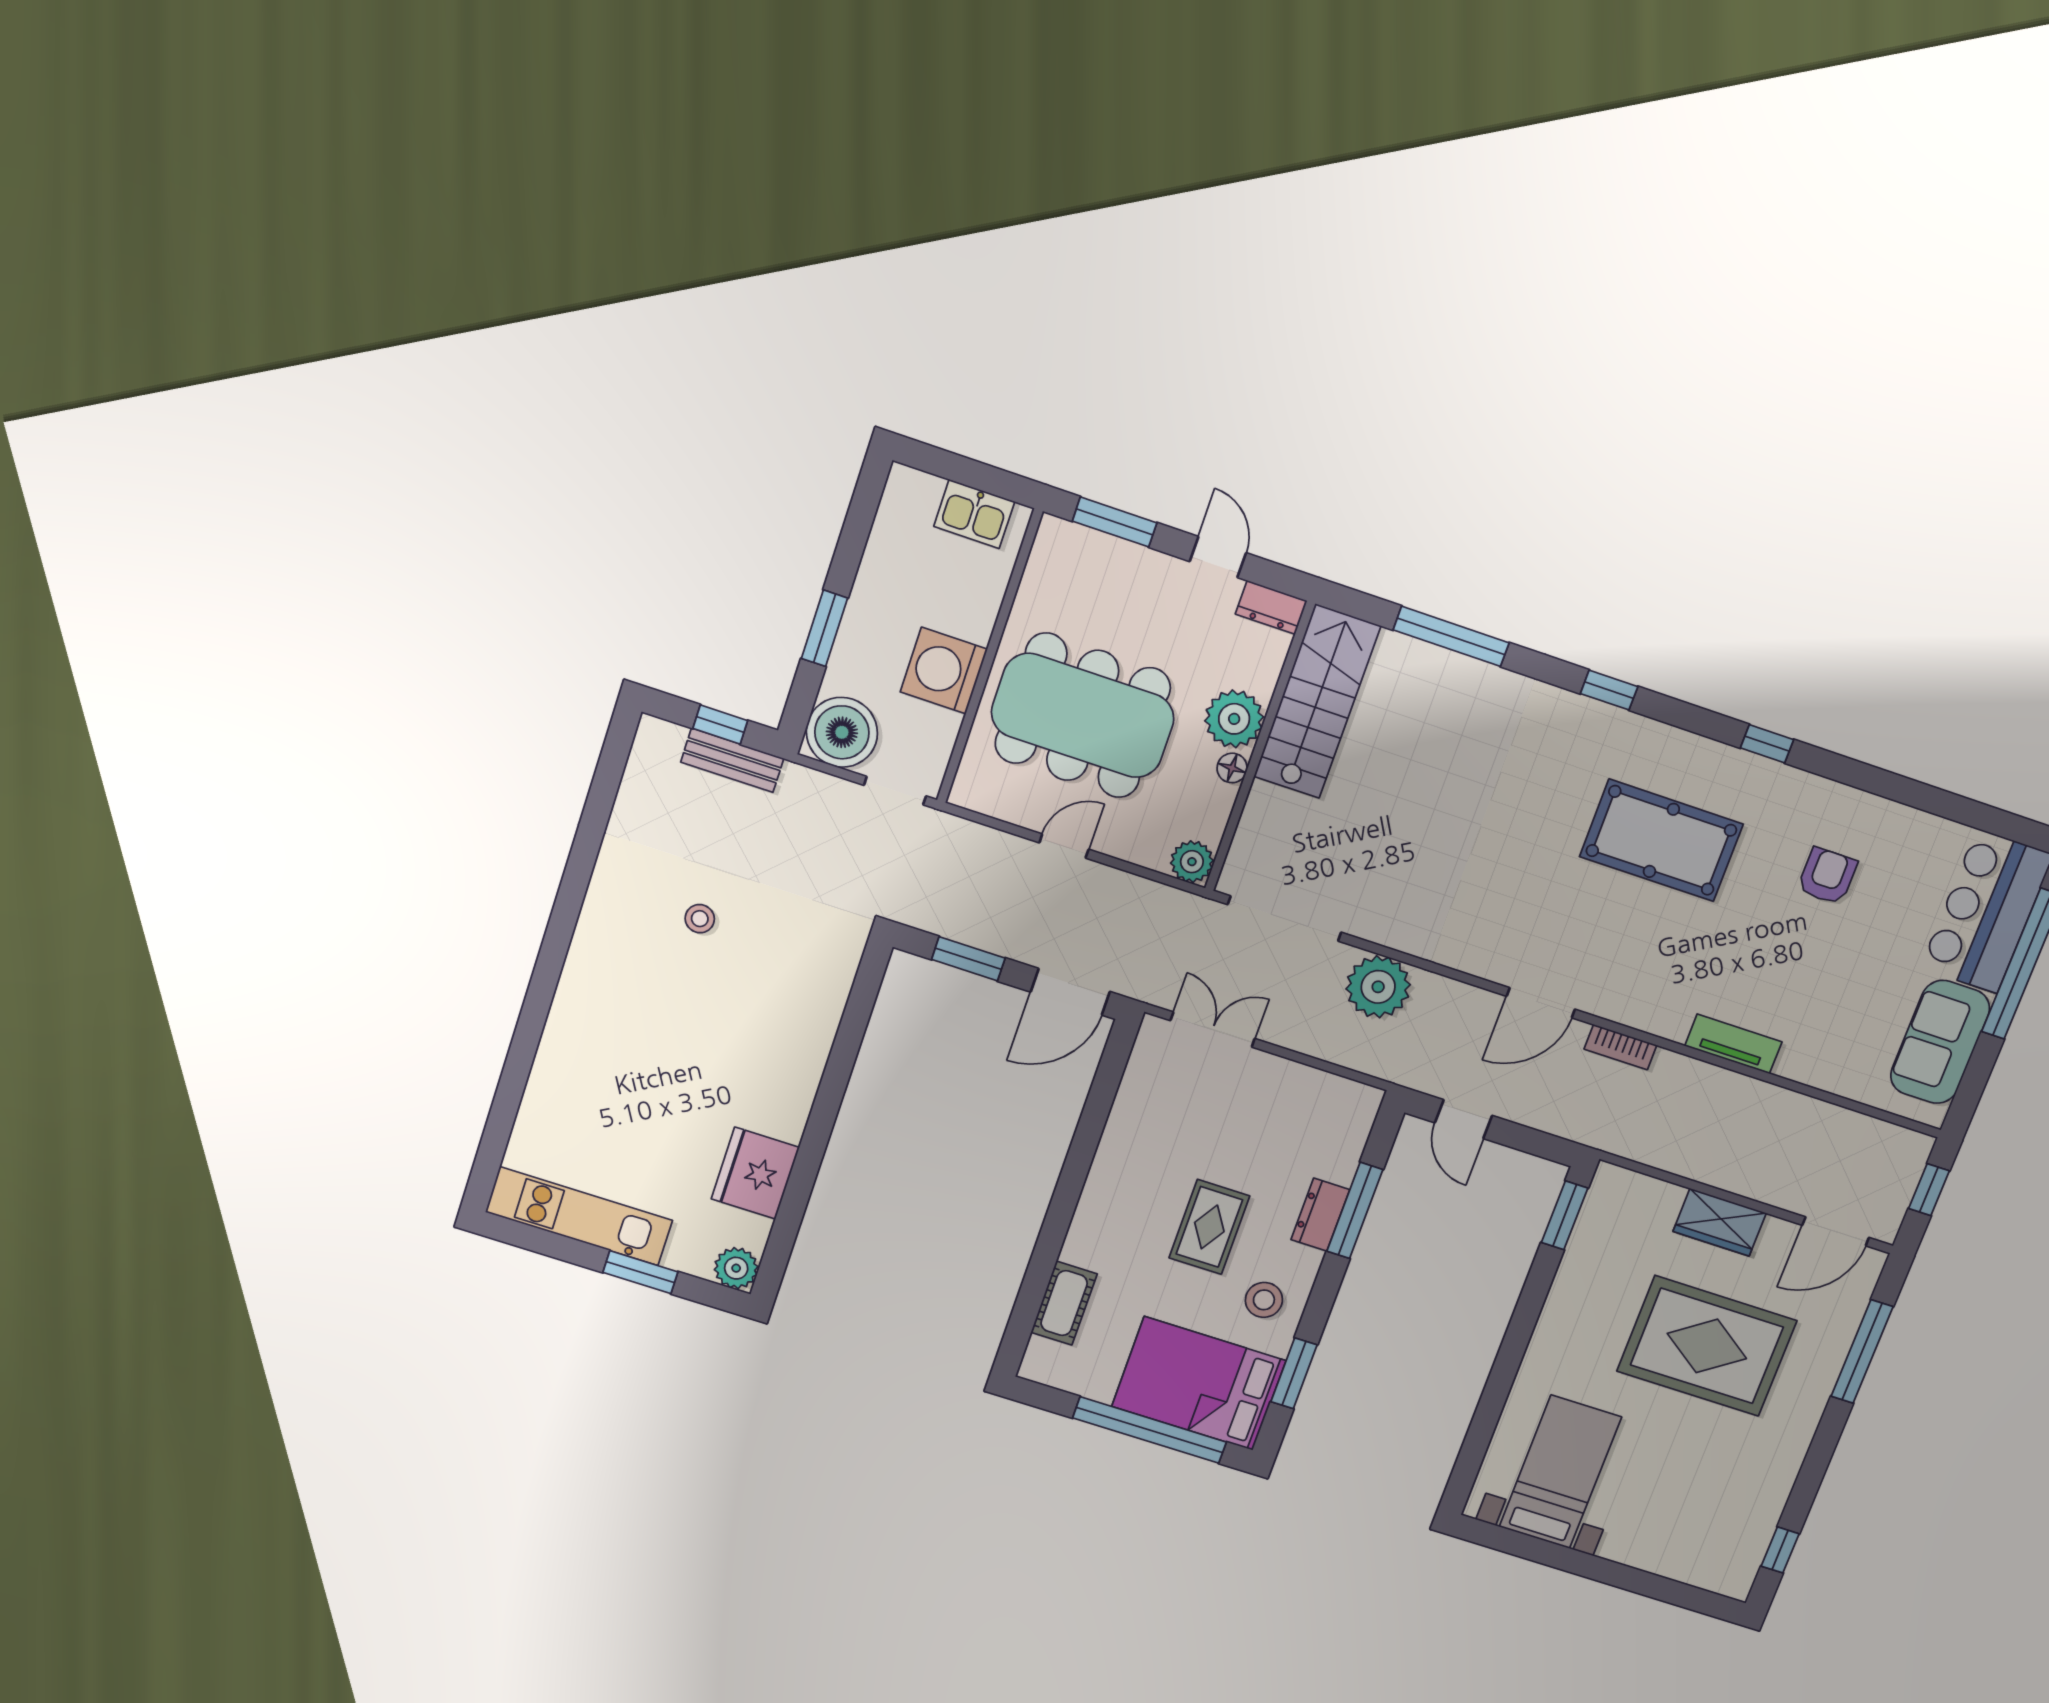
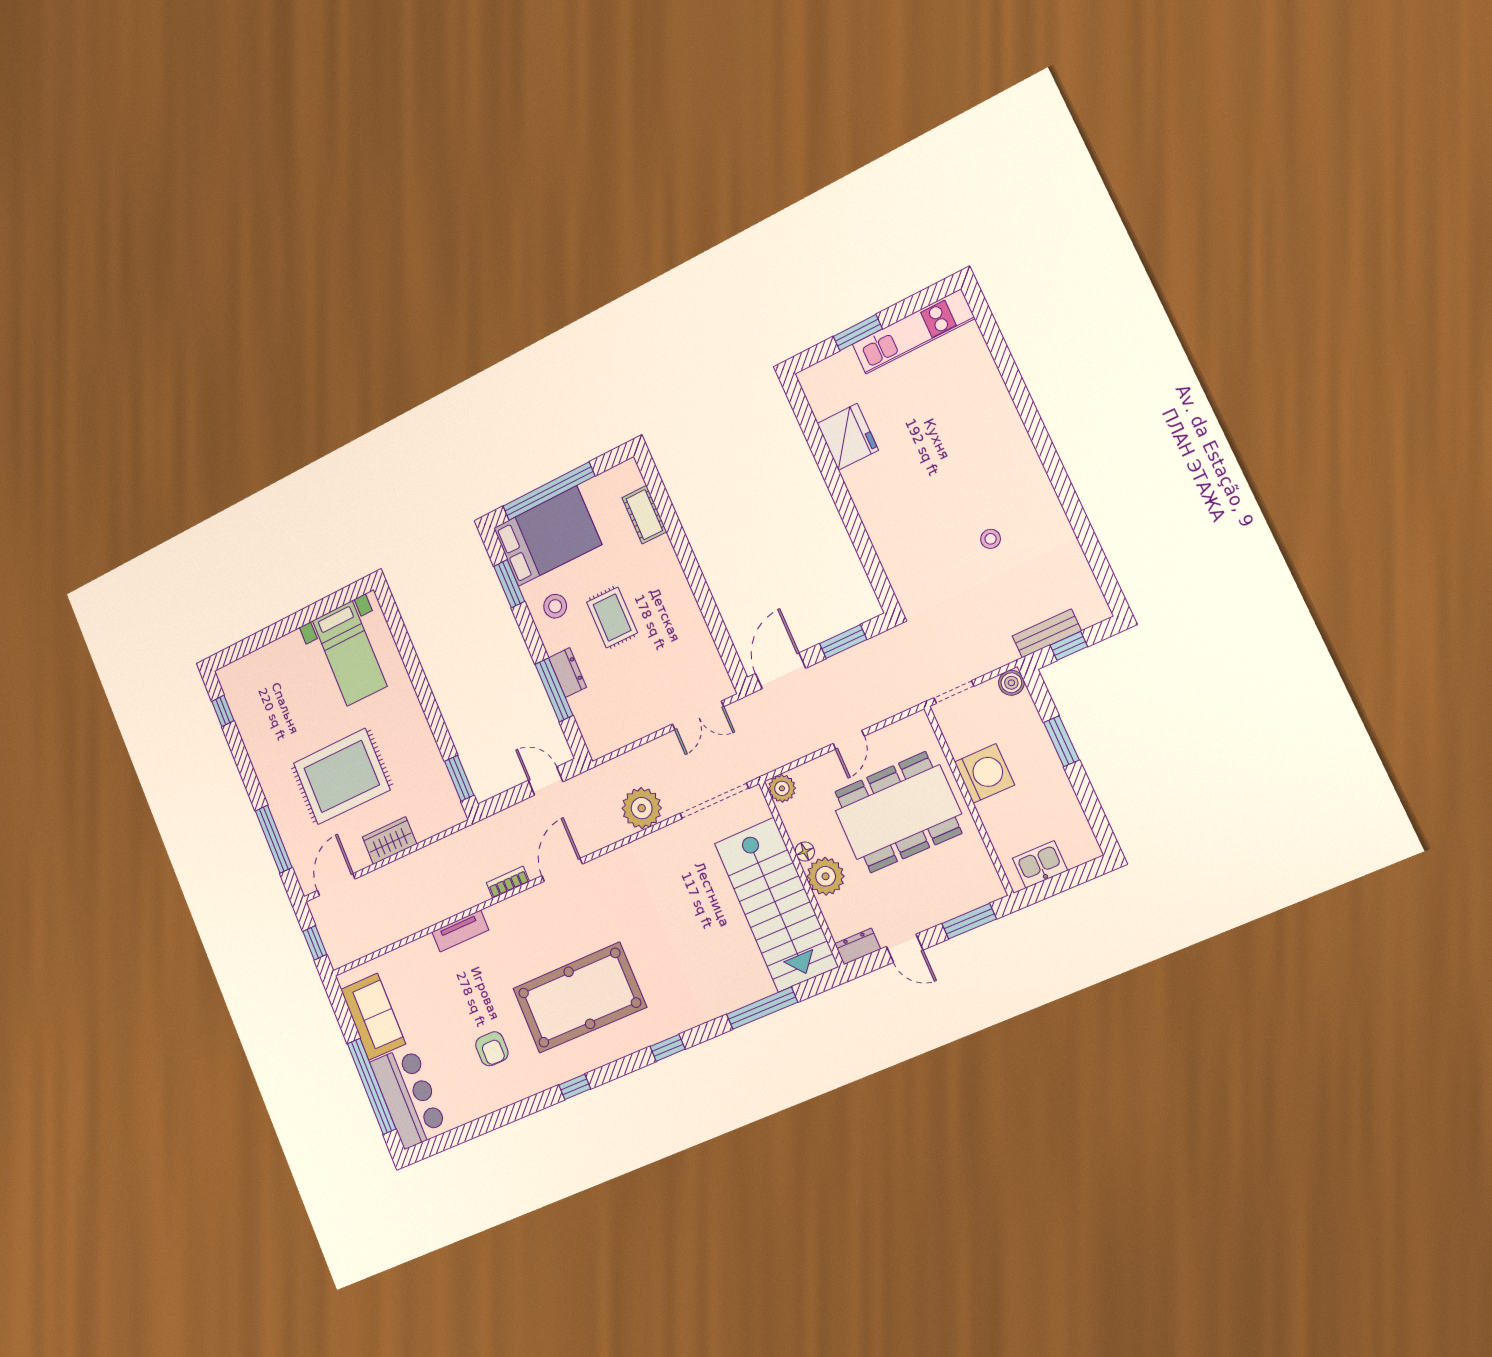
stairs: (1317, 702) -> (776, 905), width x1.36, depth x1.51
boiler: (842, 732) -> (1011, 683), width x0.54, depth x0.54
pool table: (1661, 840) -> (579, 998), width x1.36, depth x1.32
plant: (736, 1268) -> (814, 380), removed

